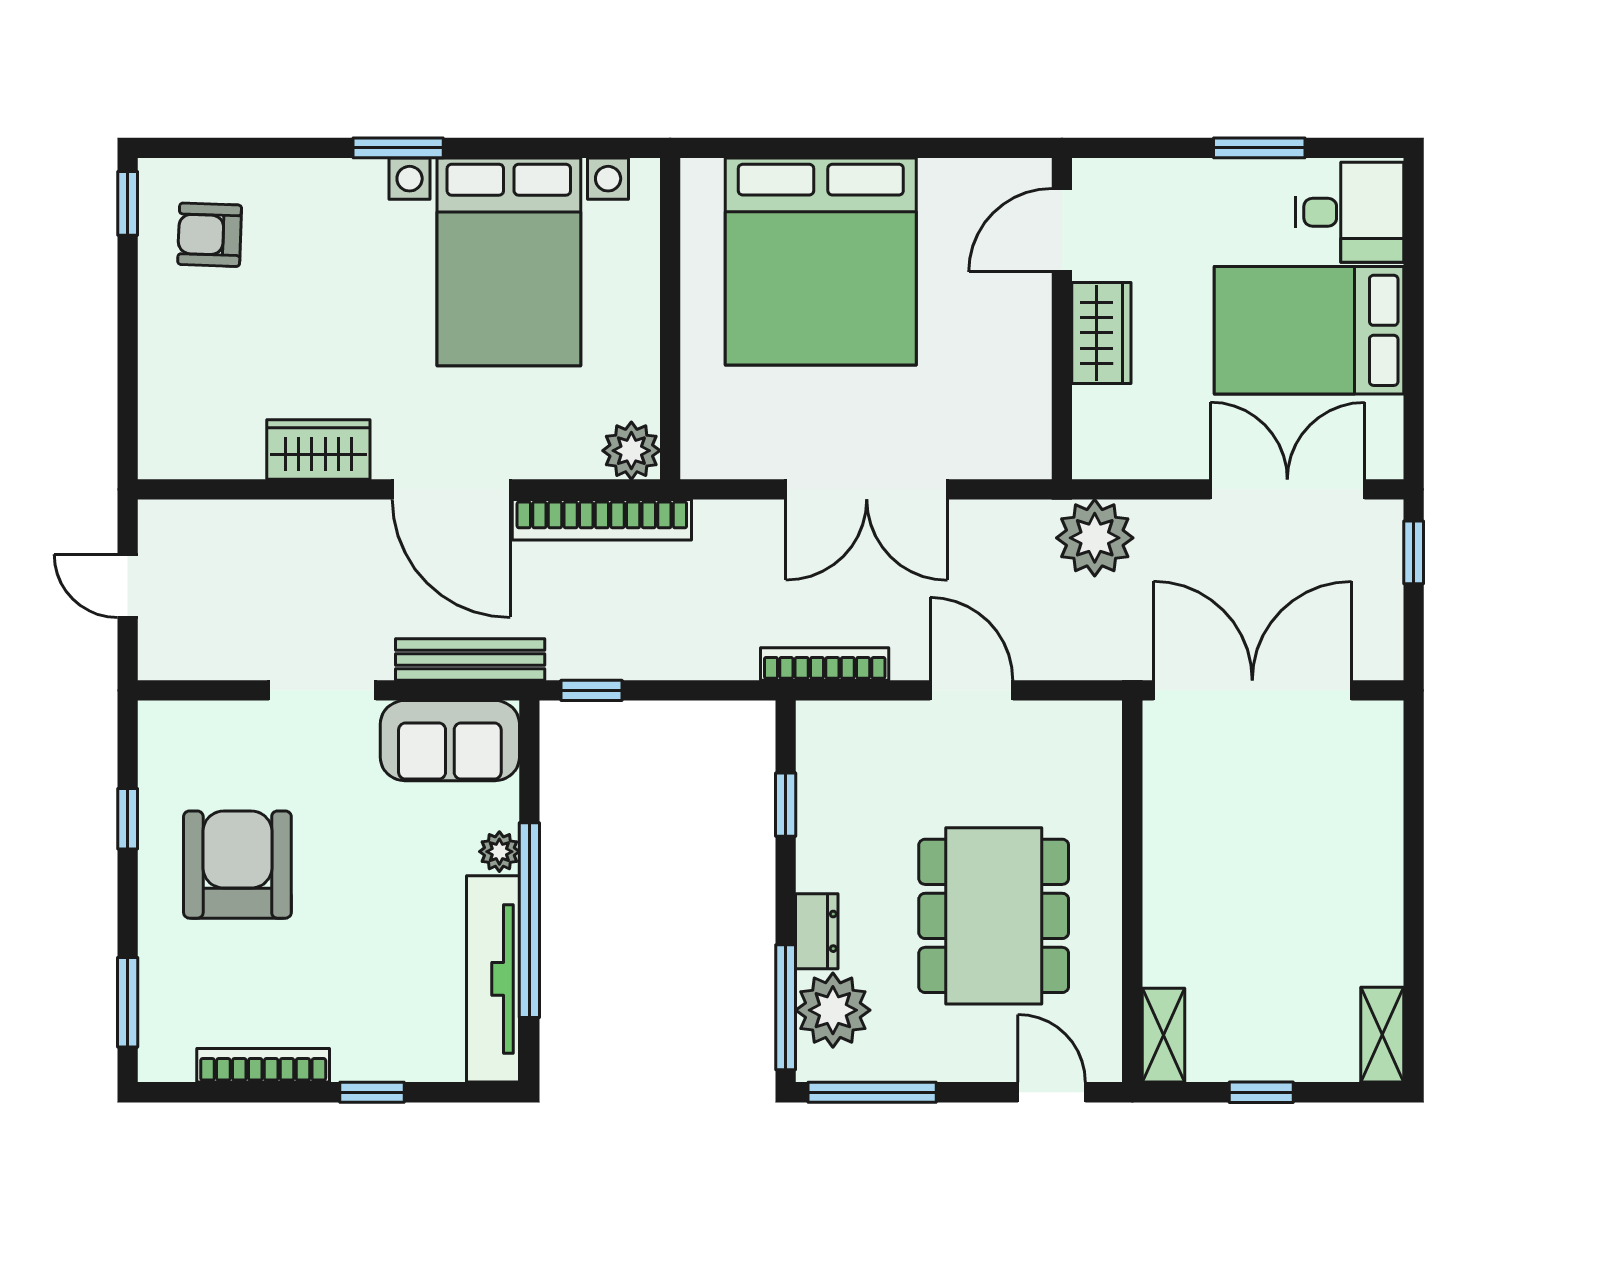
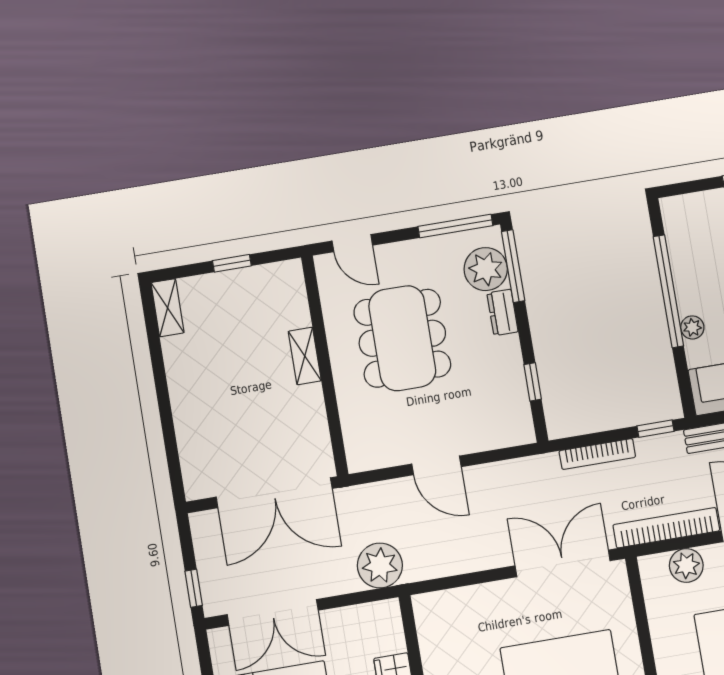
plant: (631, 451) -> (686, 565), moved
double door: (867, 489) -> (563, 563), moved
bookcase: (825, 664) -> (597, 454), moved
tv unit: (493, 979) -> (683, 254), removed
shelving: (1163, 1035) -> (305, 356), moved

